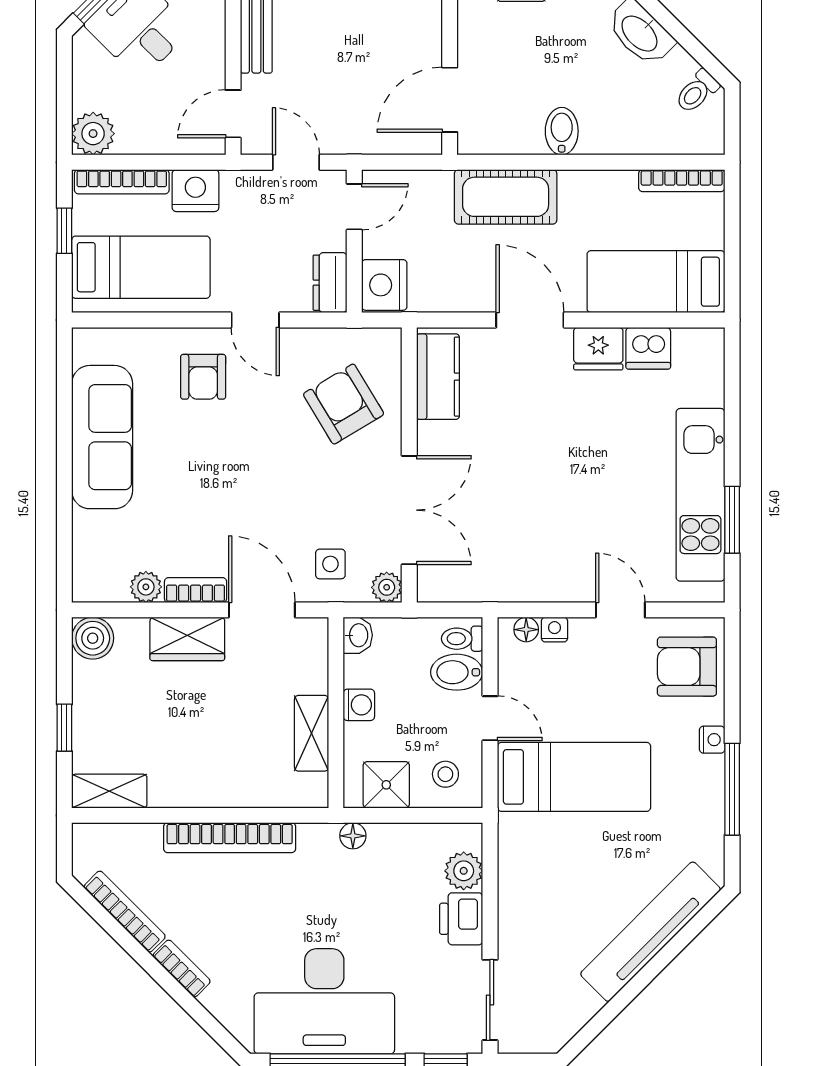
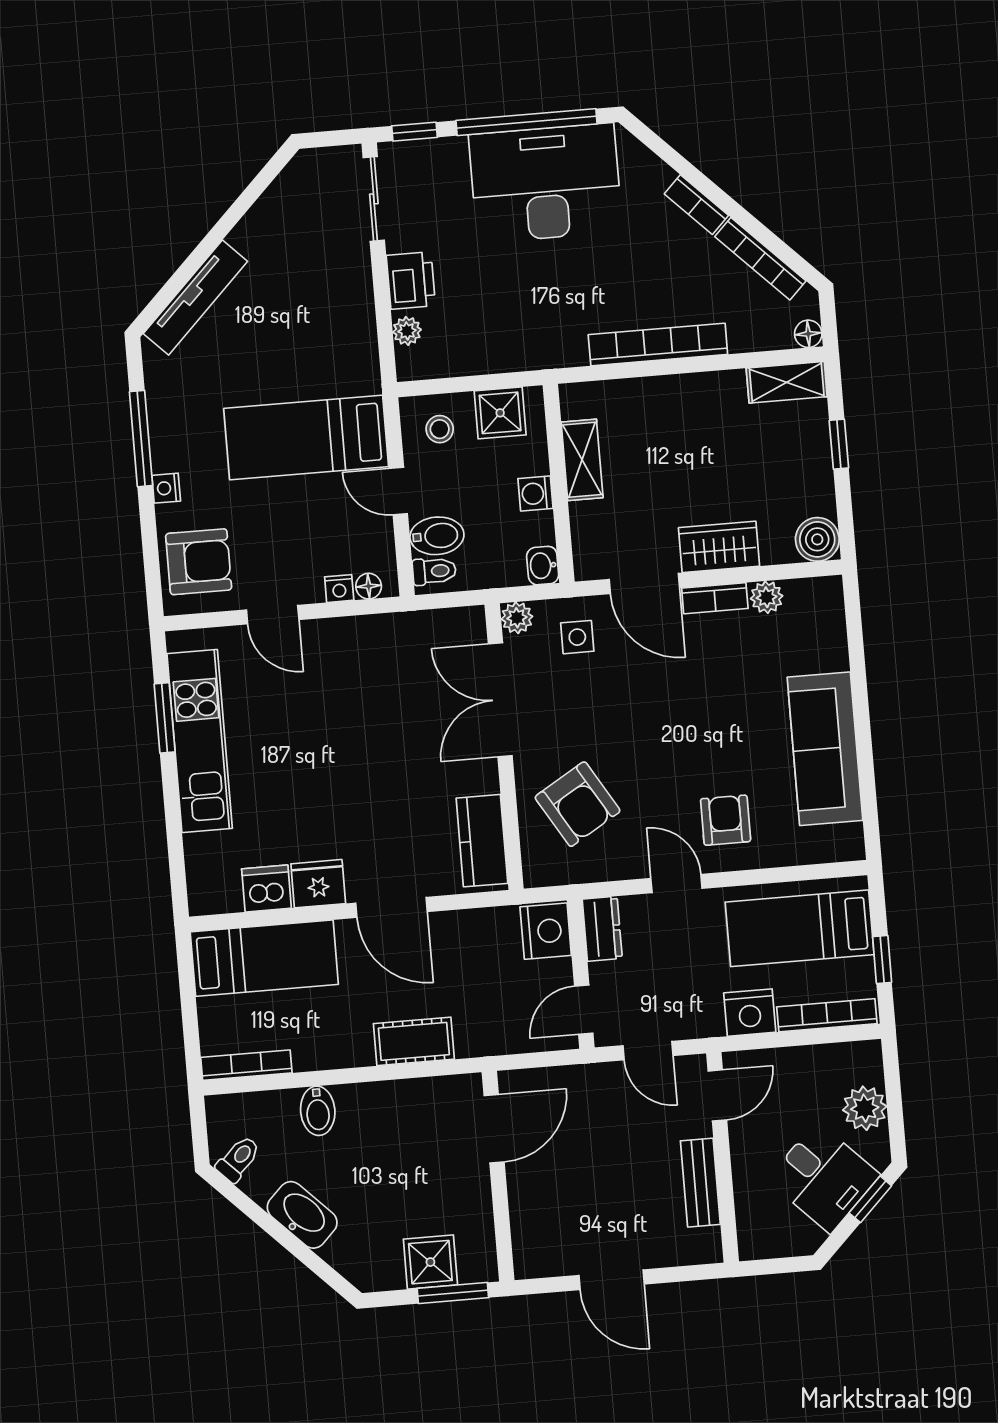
bidet: (562, 131) -> (318, 1111), moved
plant: (93, 134) -> (865, 1108), moved
cot: (506, 197) -> (414, 1041), width x0.73, depth x0.75
floor lamp: (353, 836) -> (808, 334), moved
plant: (464, 871) -> (407, 331), width x0.73, depth x0.73
tv unit: (650, 932) -> (195, 298), width x0.73, depth x0.78

